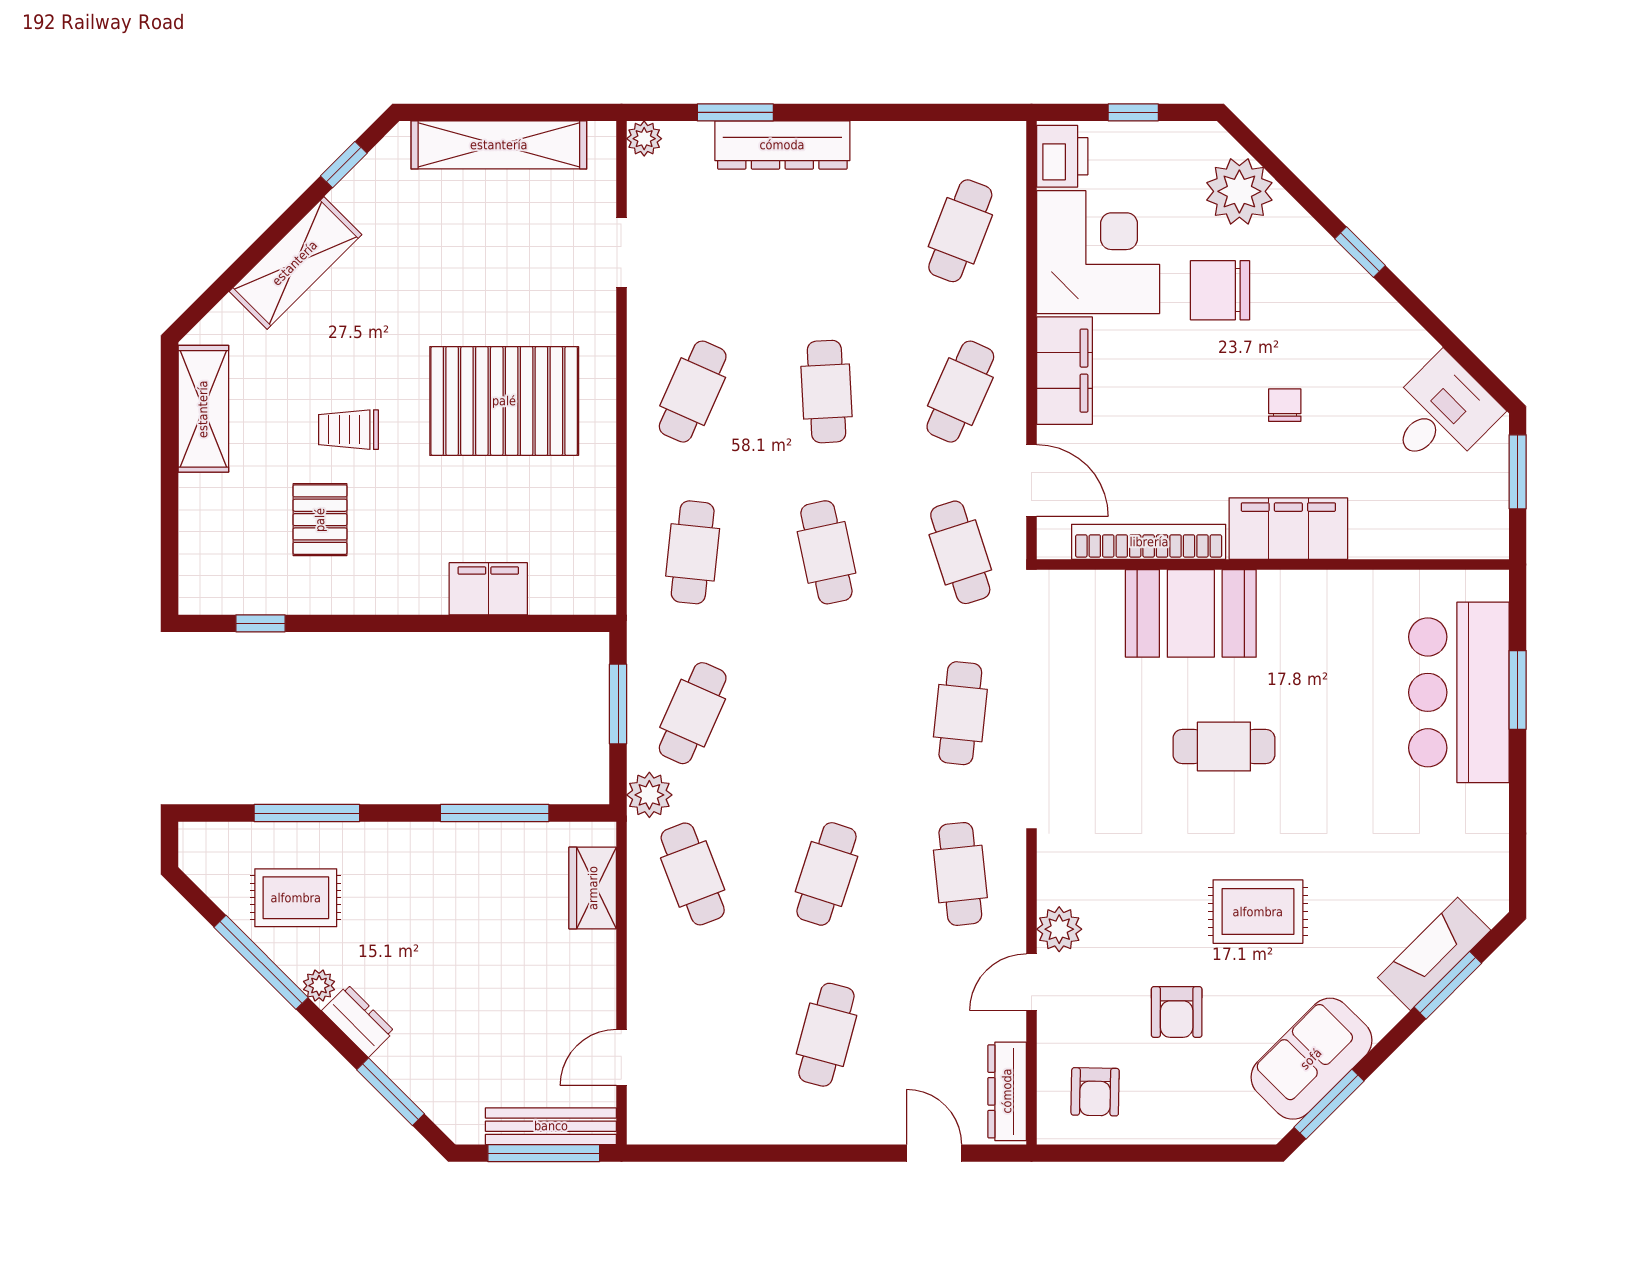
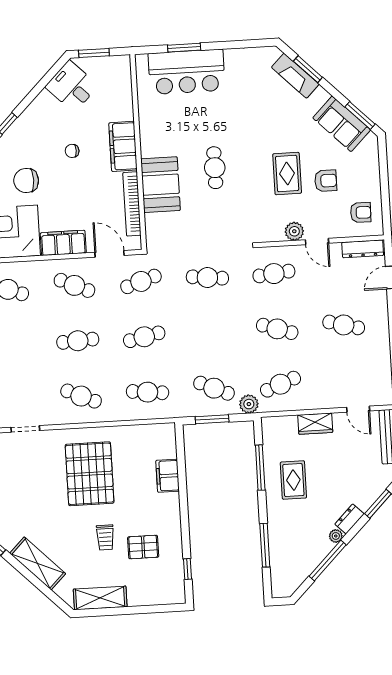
chair: (1220, 290) -> (26, 181), turned 90
door: (1032, 481) -> (109, 254), hinge flipped
wardrobe: (593, 888) -> (315, 424), moved
rug: (296, 898) -> (293, 480), moved
rug: (1258, 912) -> (287, 173), moved

